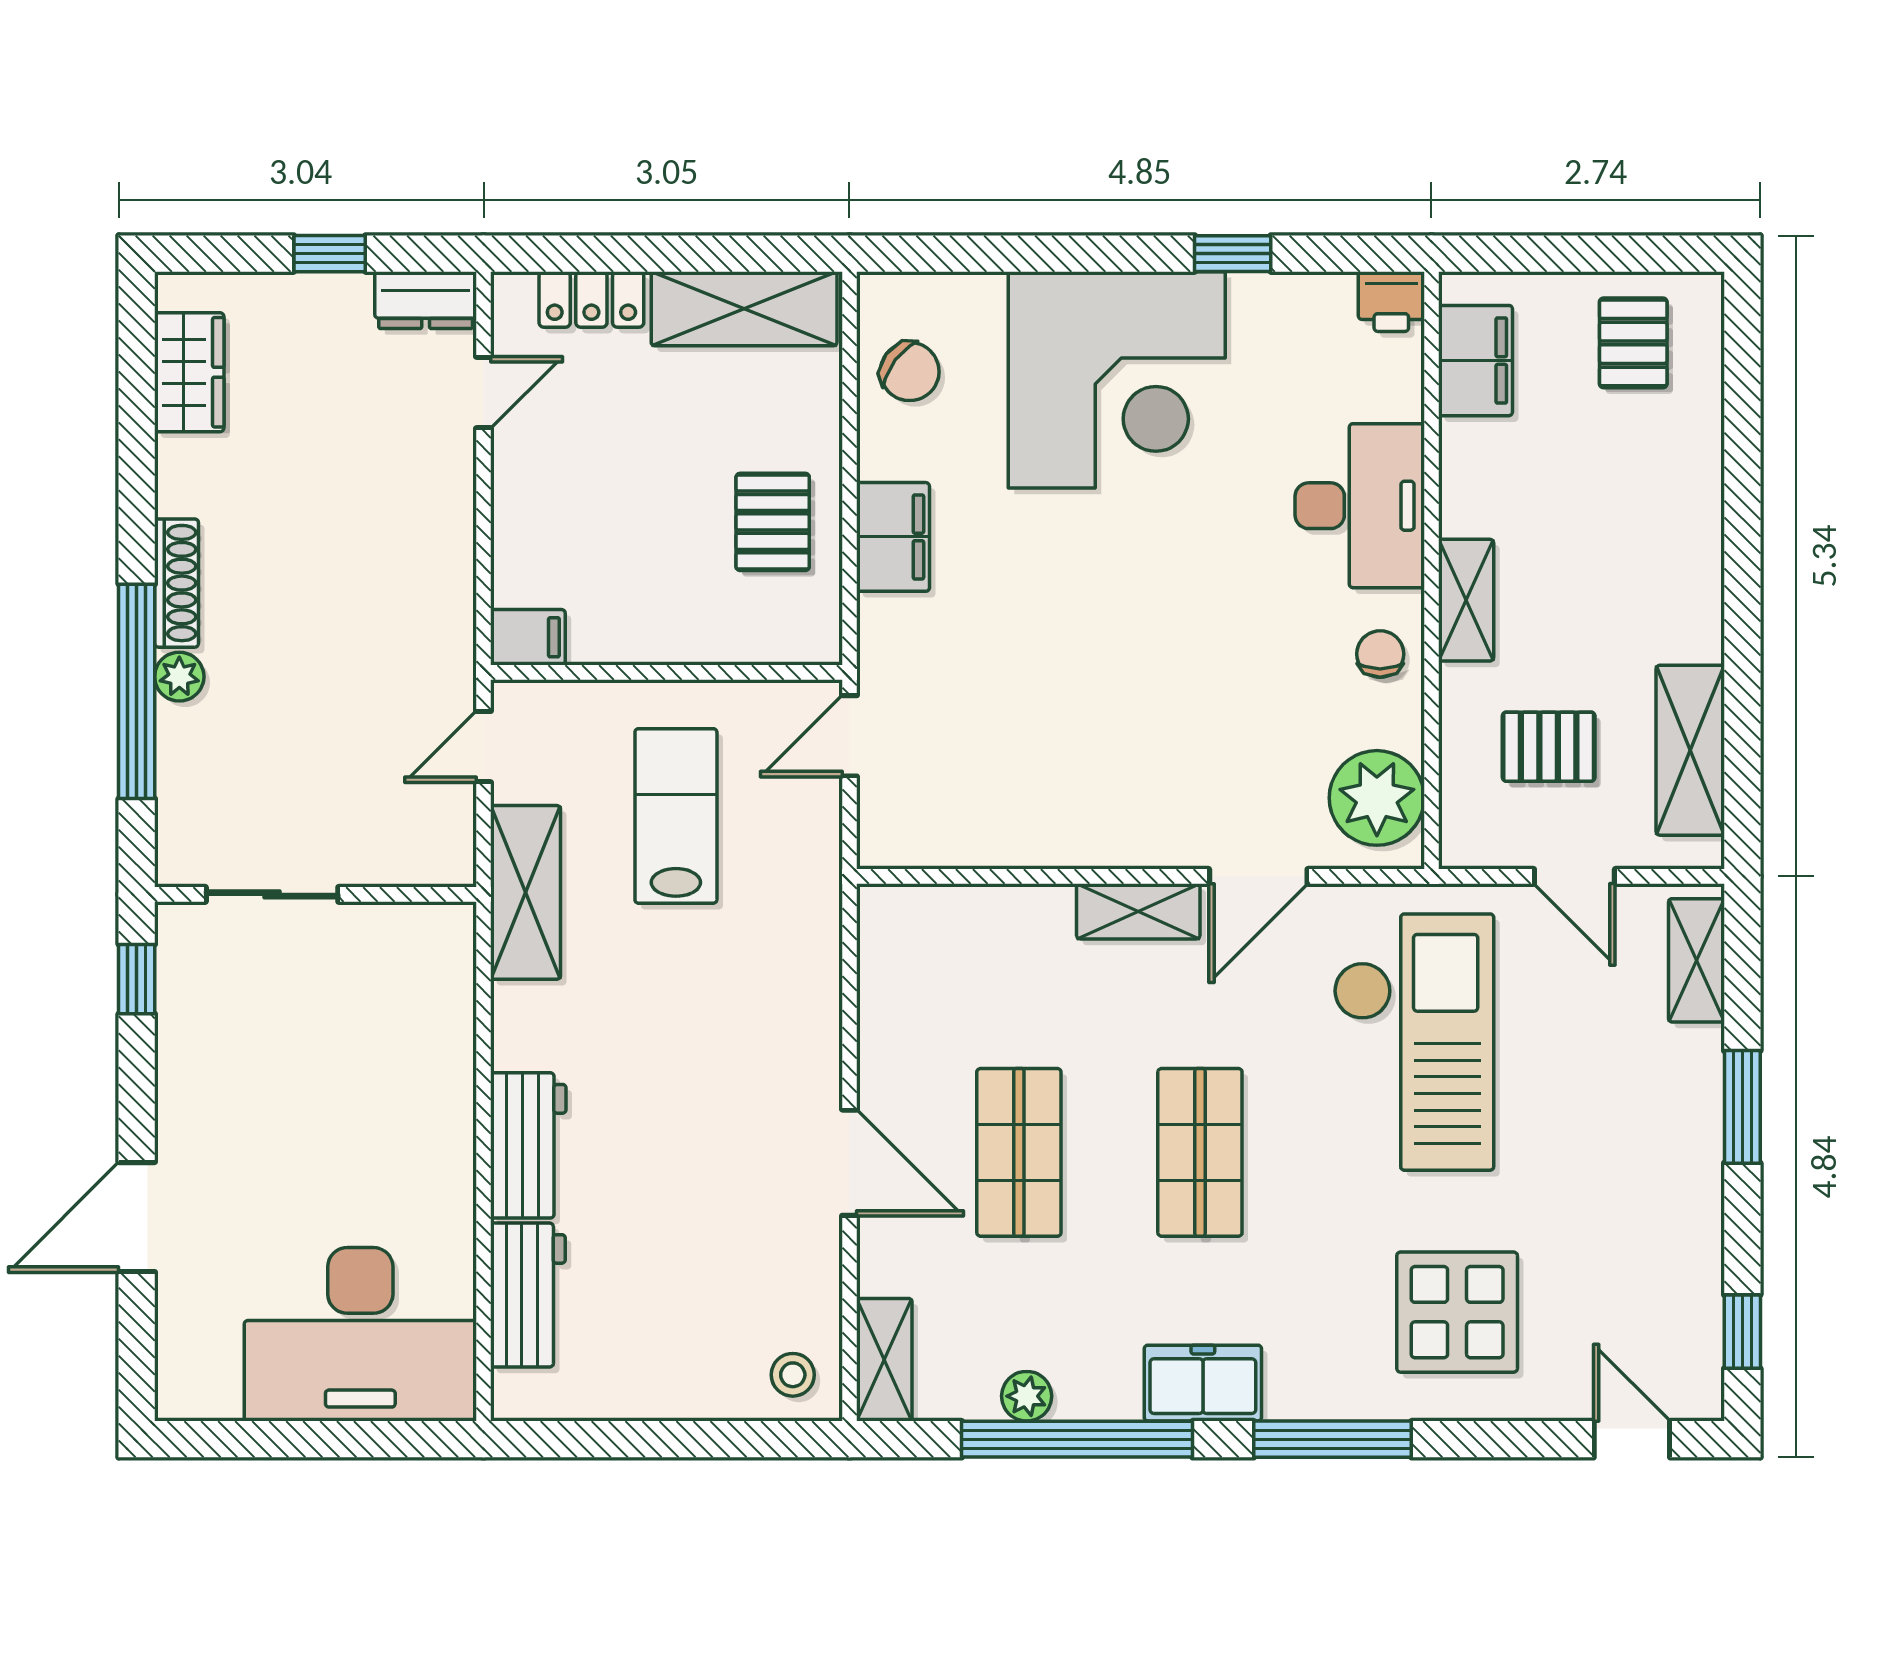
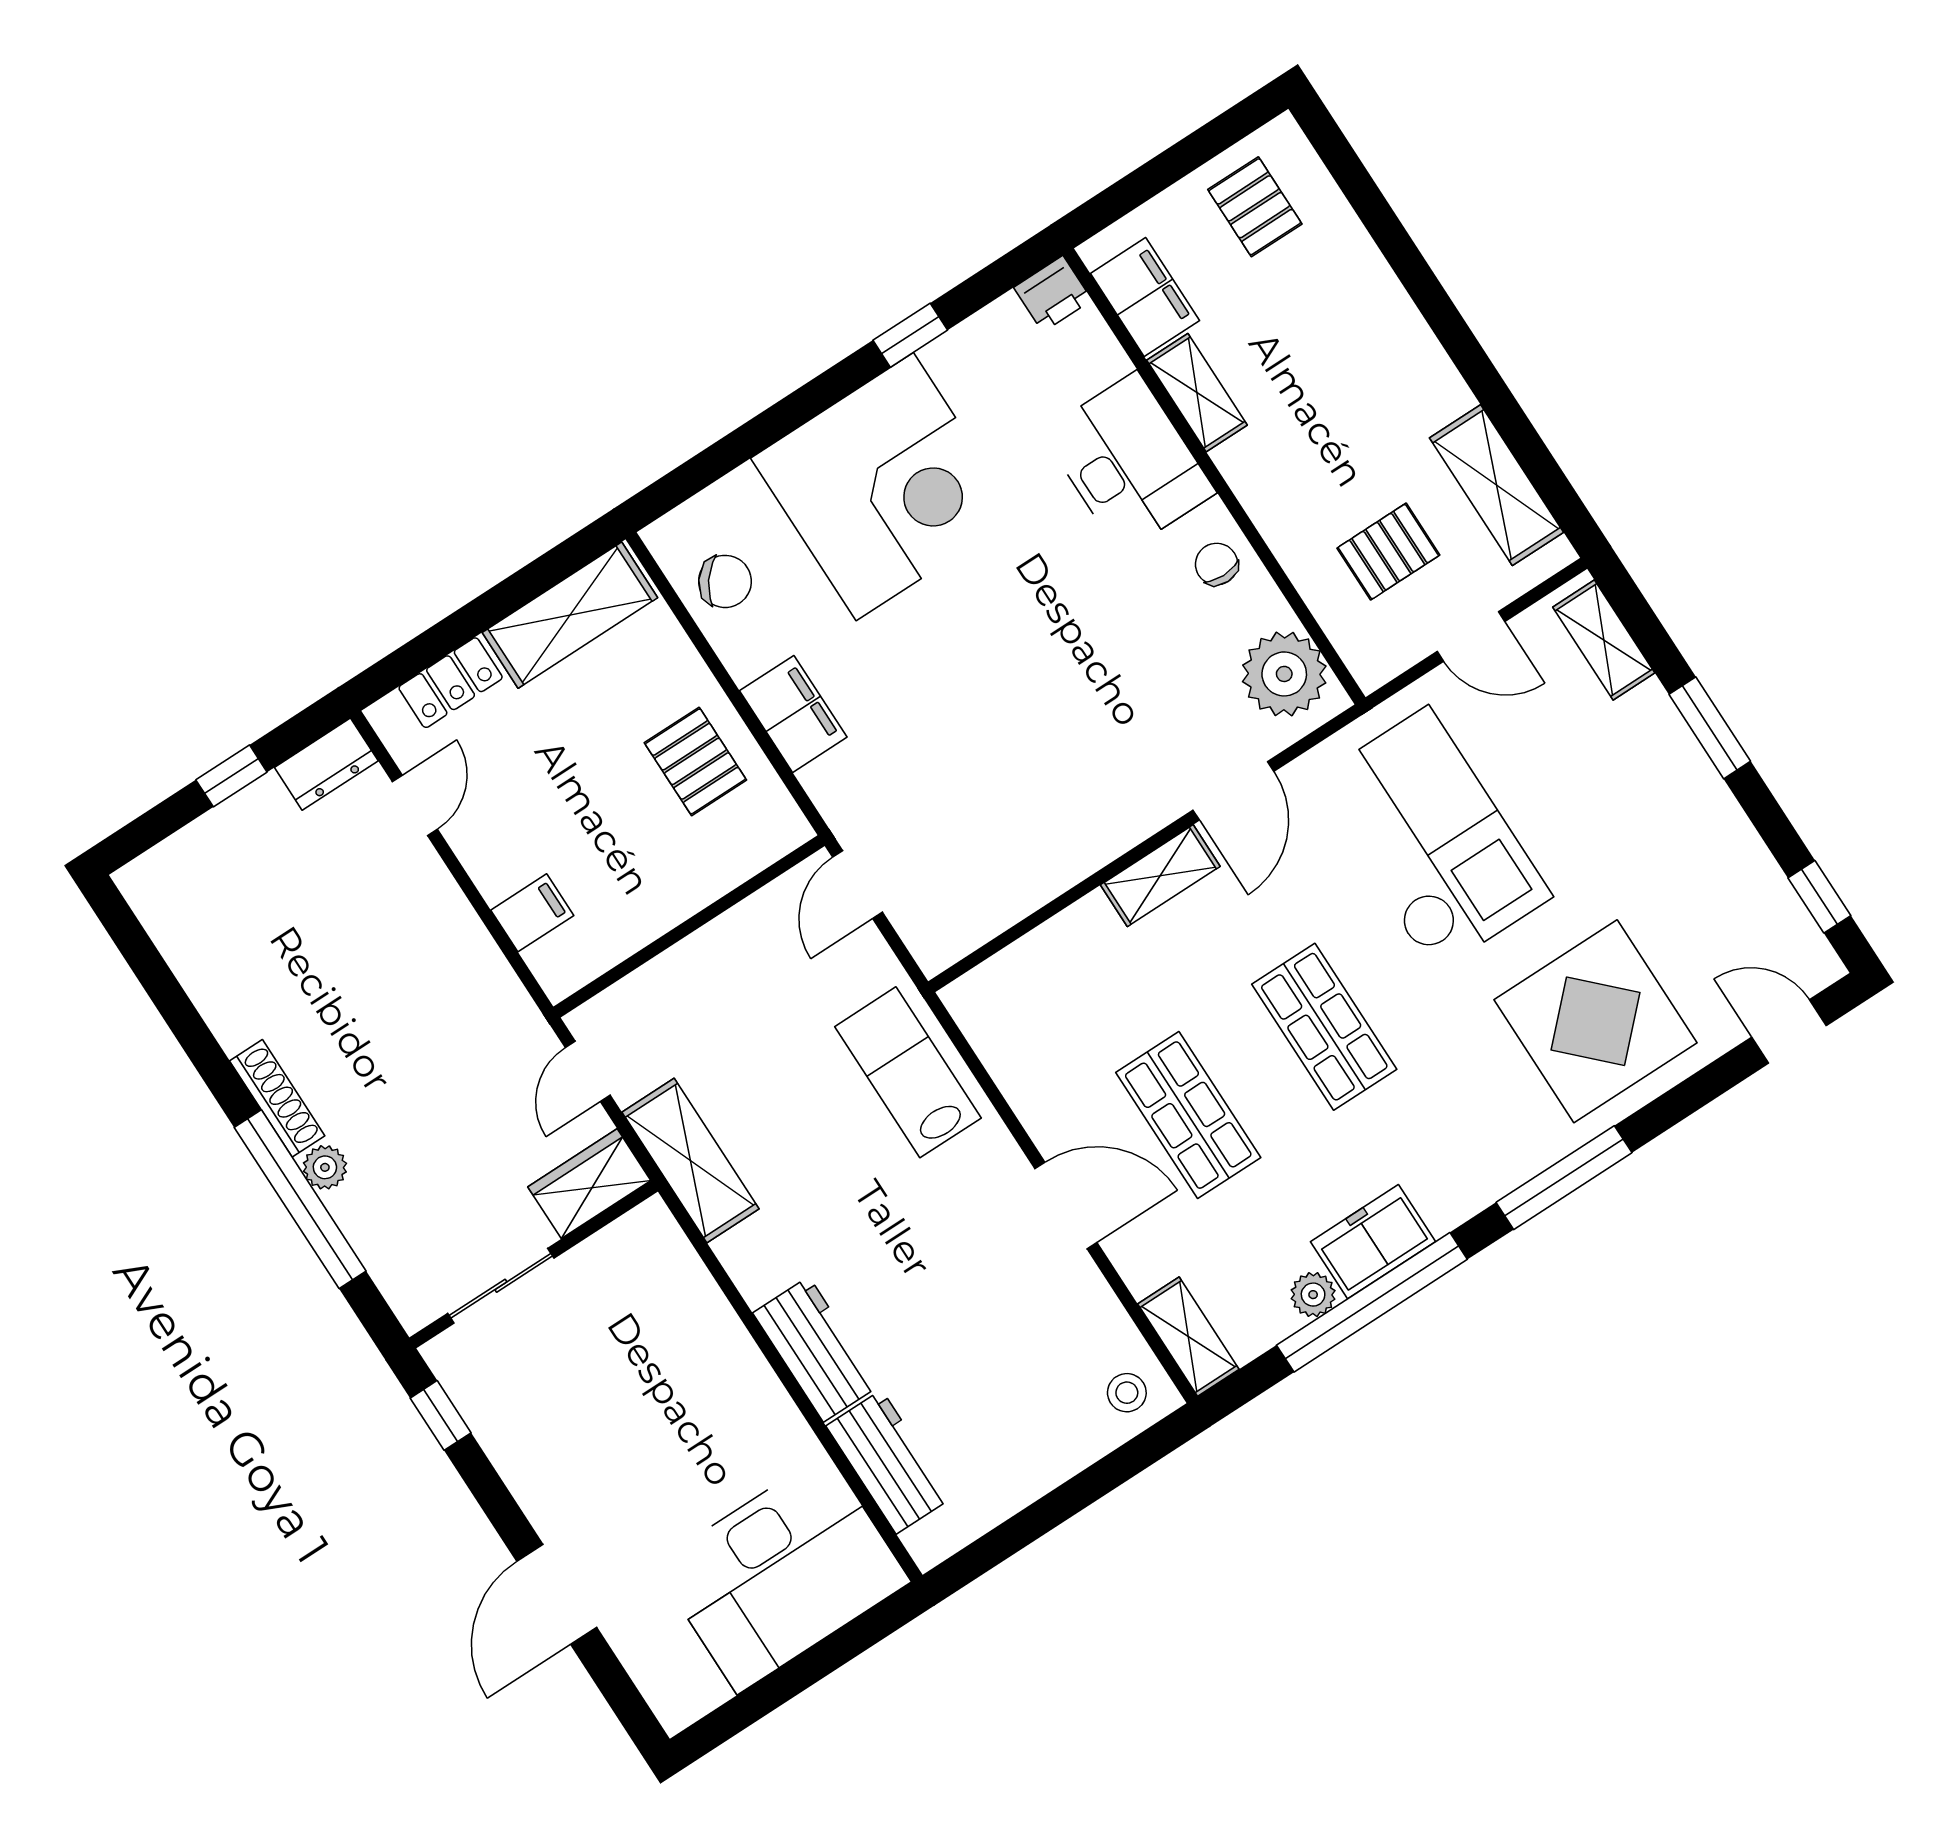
wardrobe: (189, 372) -> (589, 1184), moved, turned -90
shelving: (1466, 600) -> (1197, 393), moved
filing cabinet: (528, 637) -> (532, 913), moved
lab bench: (676, 816) -> (908, 1072), moved
display table: (1457, 1312) -> (1596, 1021), width x1.36, depth x1.36
freezer: (1203, 1383) -> (1373, 1242), moved

